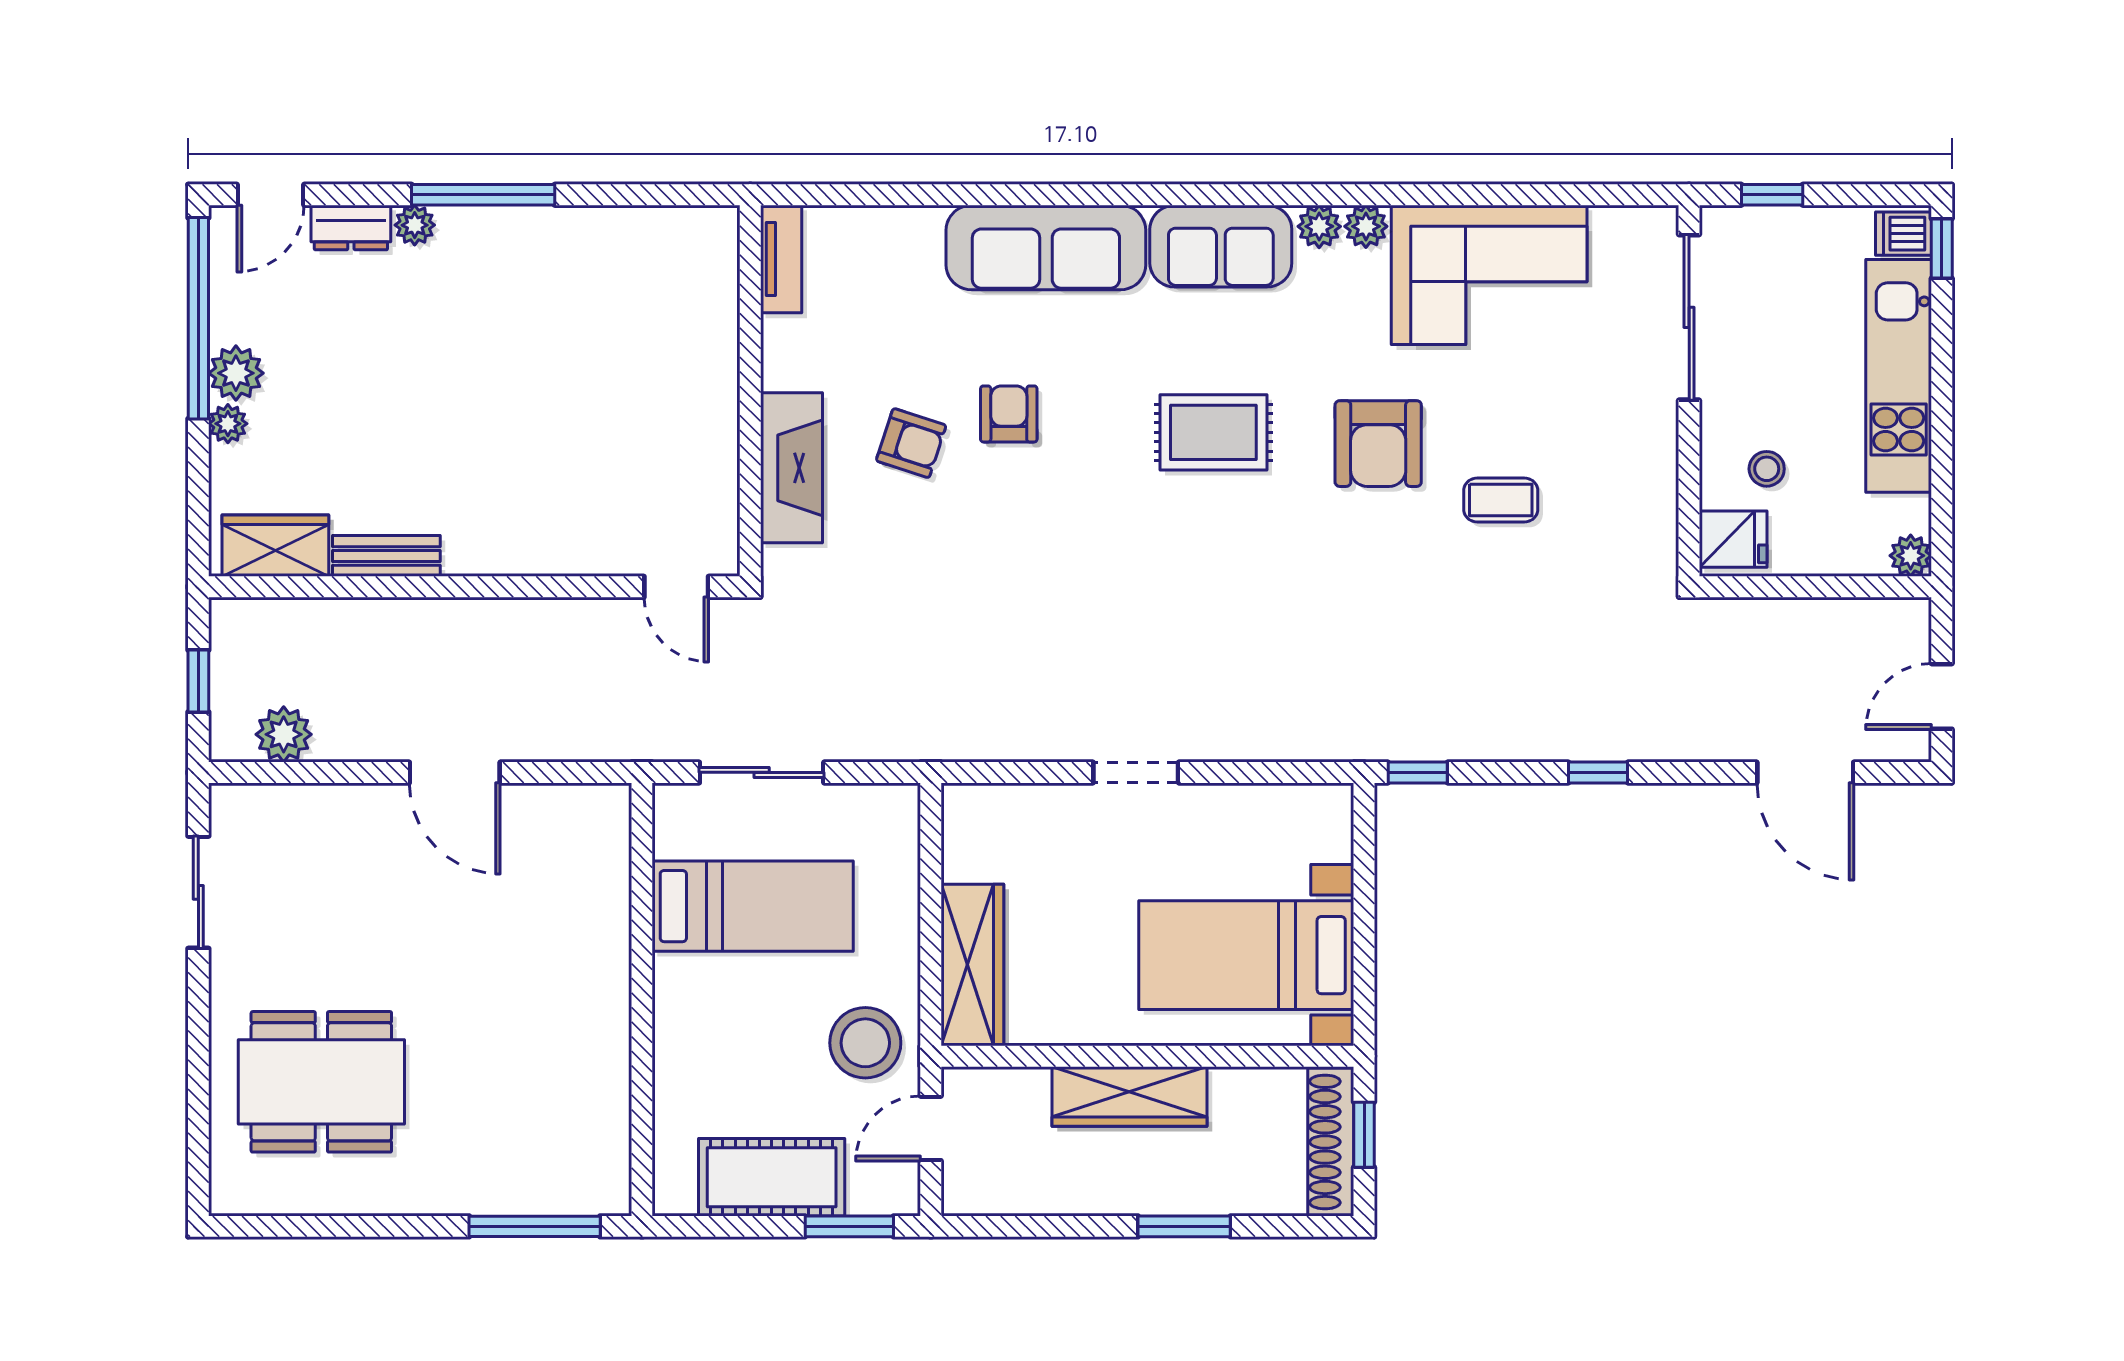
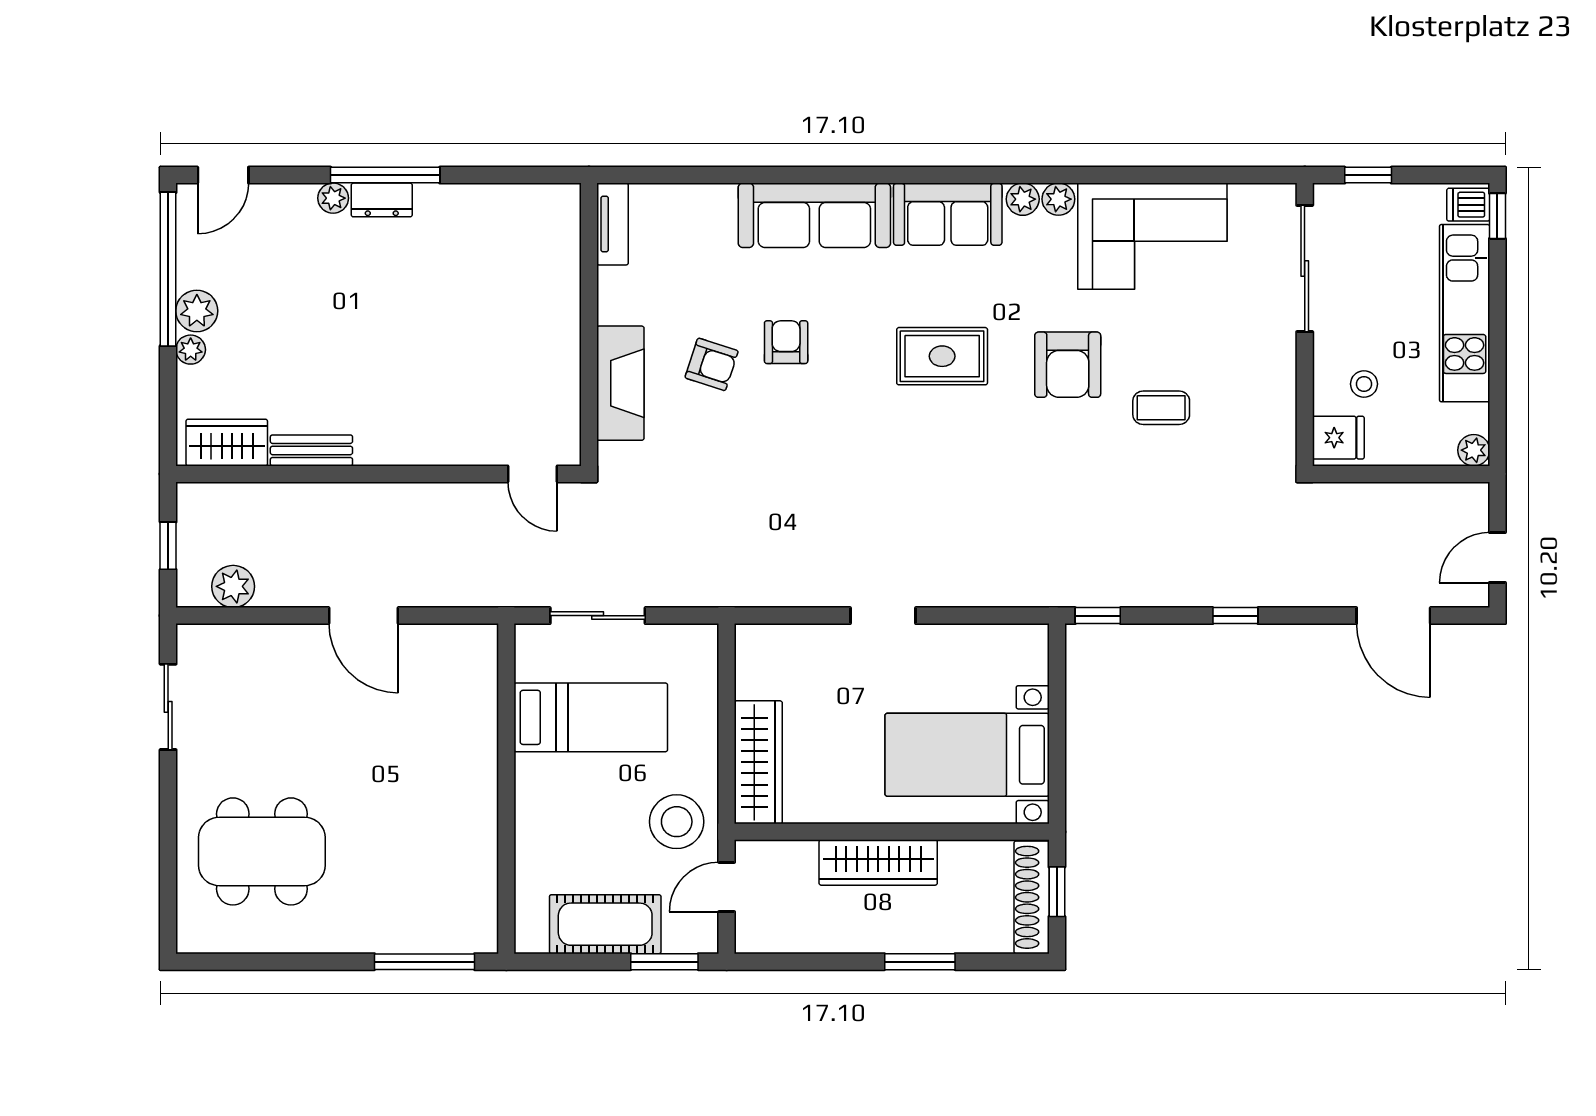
dresser: (351, 227) -> (382, 200), moved

